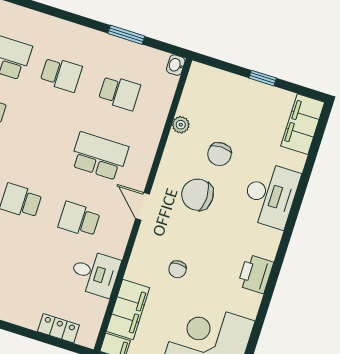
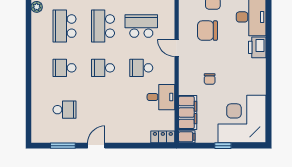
school desk: (41, 138) -> (103, 26), added
printer: (255, 274) -> (257, 47), moved
locker: (58, 328) -> (163, 137), moved

